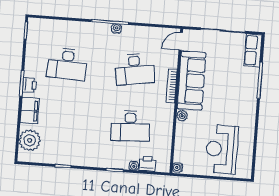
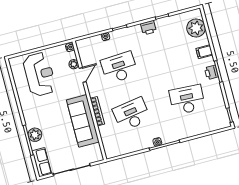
door: (181, 41) -> (83, 75), moved
plant: (250, 84) -> (35, 135), added
filing cabinet: (30, 111) -> (204, 52), width x0.50
plant: (182, 116) -> (74, 64), moved
printer: (147, 164) -> (148, 28), moved

